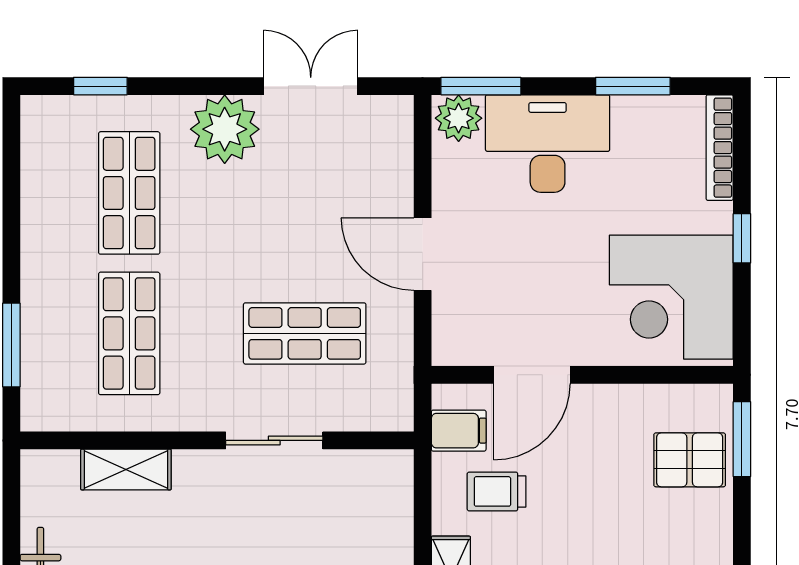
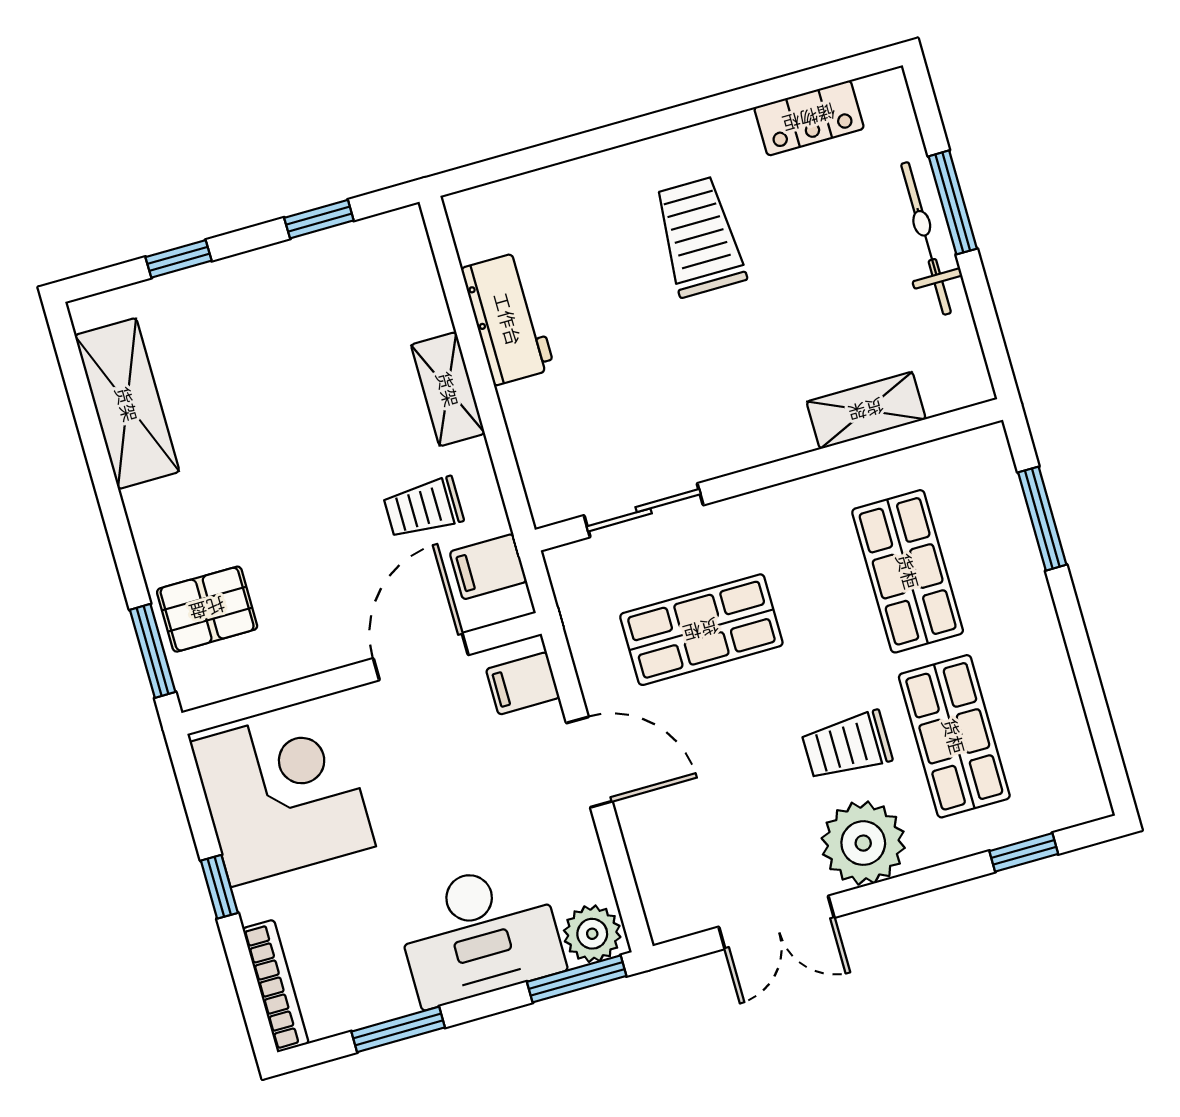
trolley: (216, 210) -> (847, 746), added
filing cabinet: (457, 331) -> (523, 683), added
sliding door: (274, 440) -> (644, 510), moved
trolley: (497, 491) -> (423, 508), turned 180

